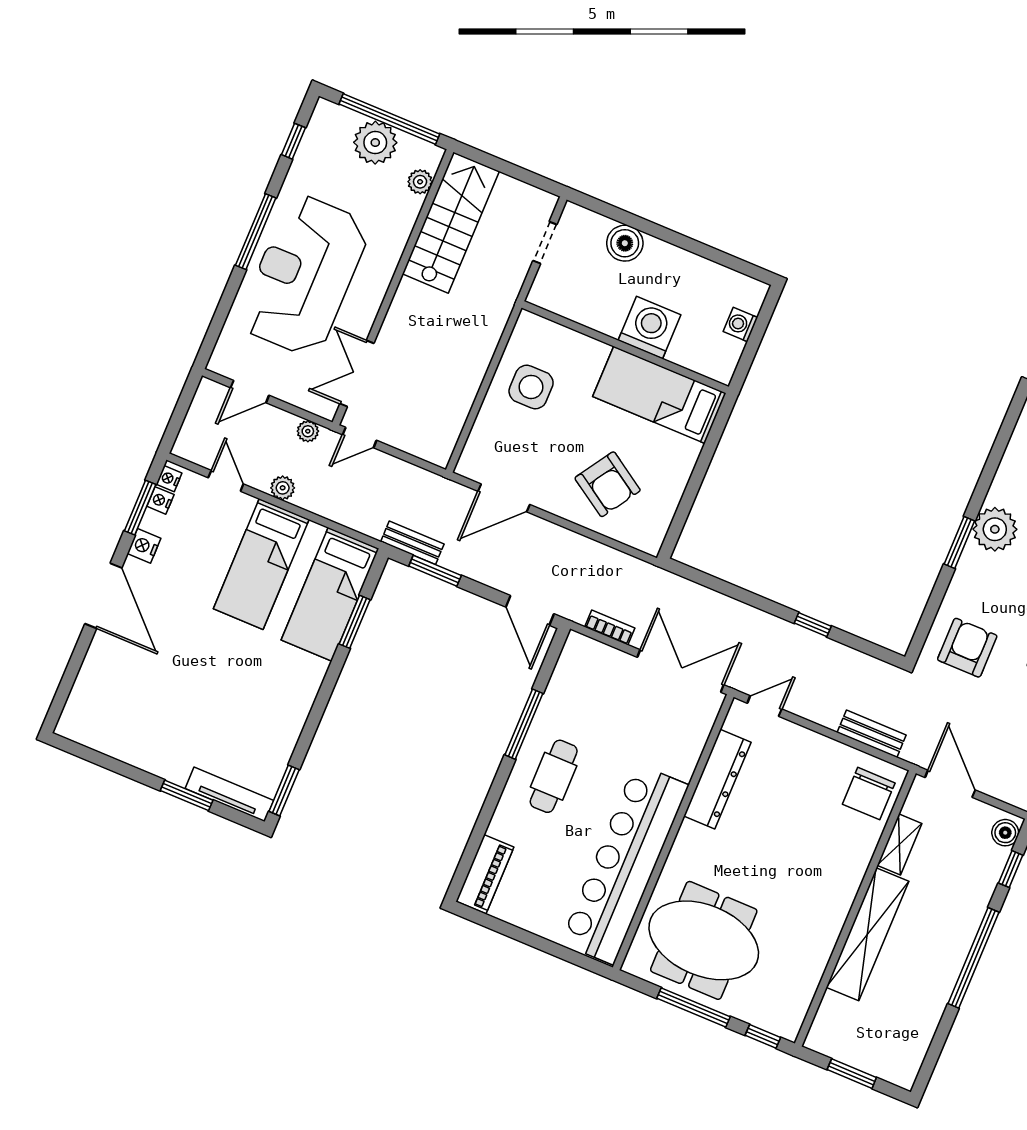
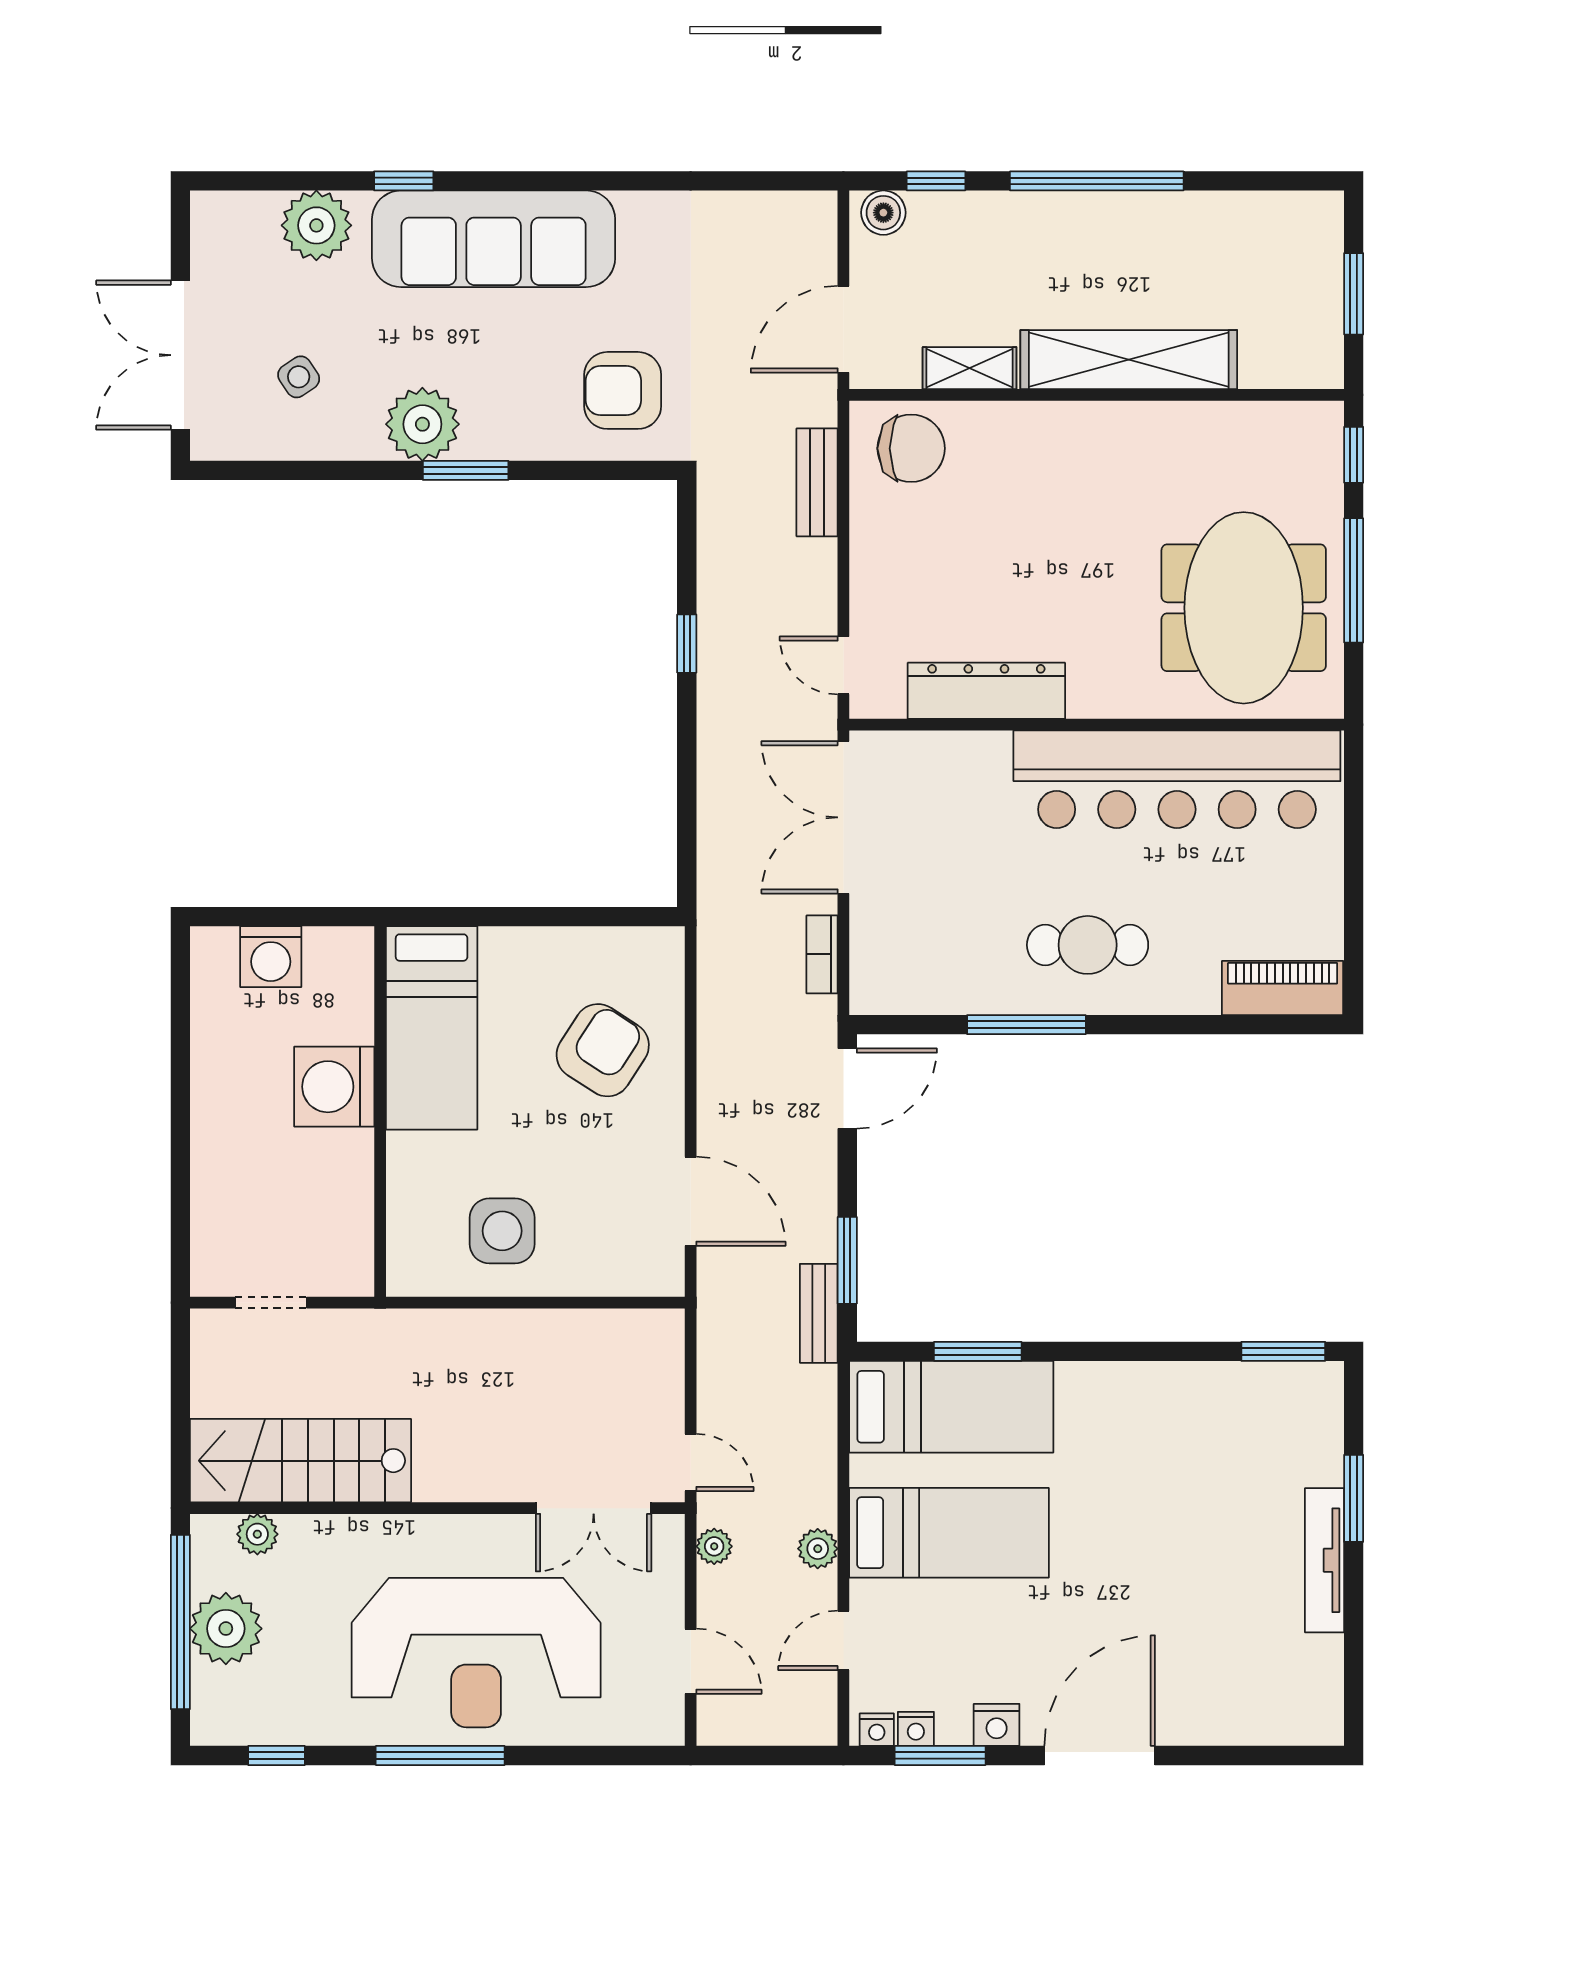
boiler: (625, 243) -> (220, 1179), removed
washing machine: (740, 324) -> (271, 957), width x1.38, depth x1.38
tv unit: (229, 794) -> (1325, 1560), moved

